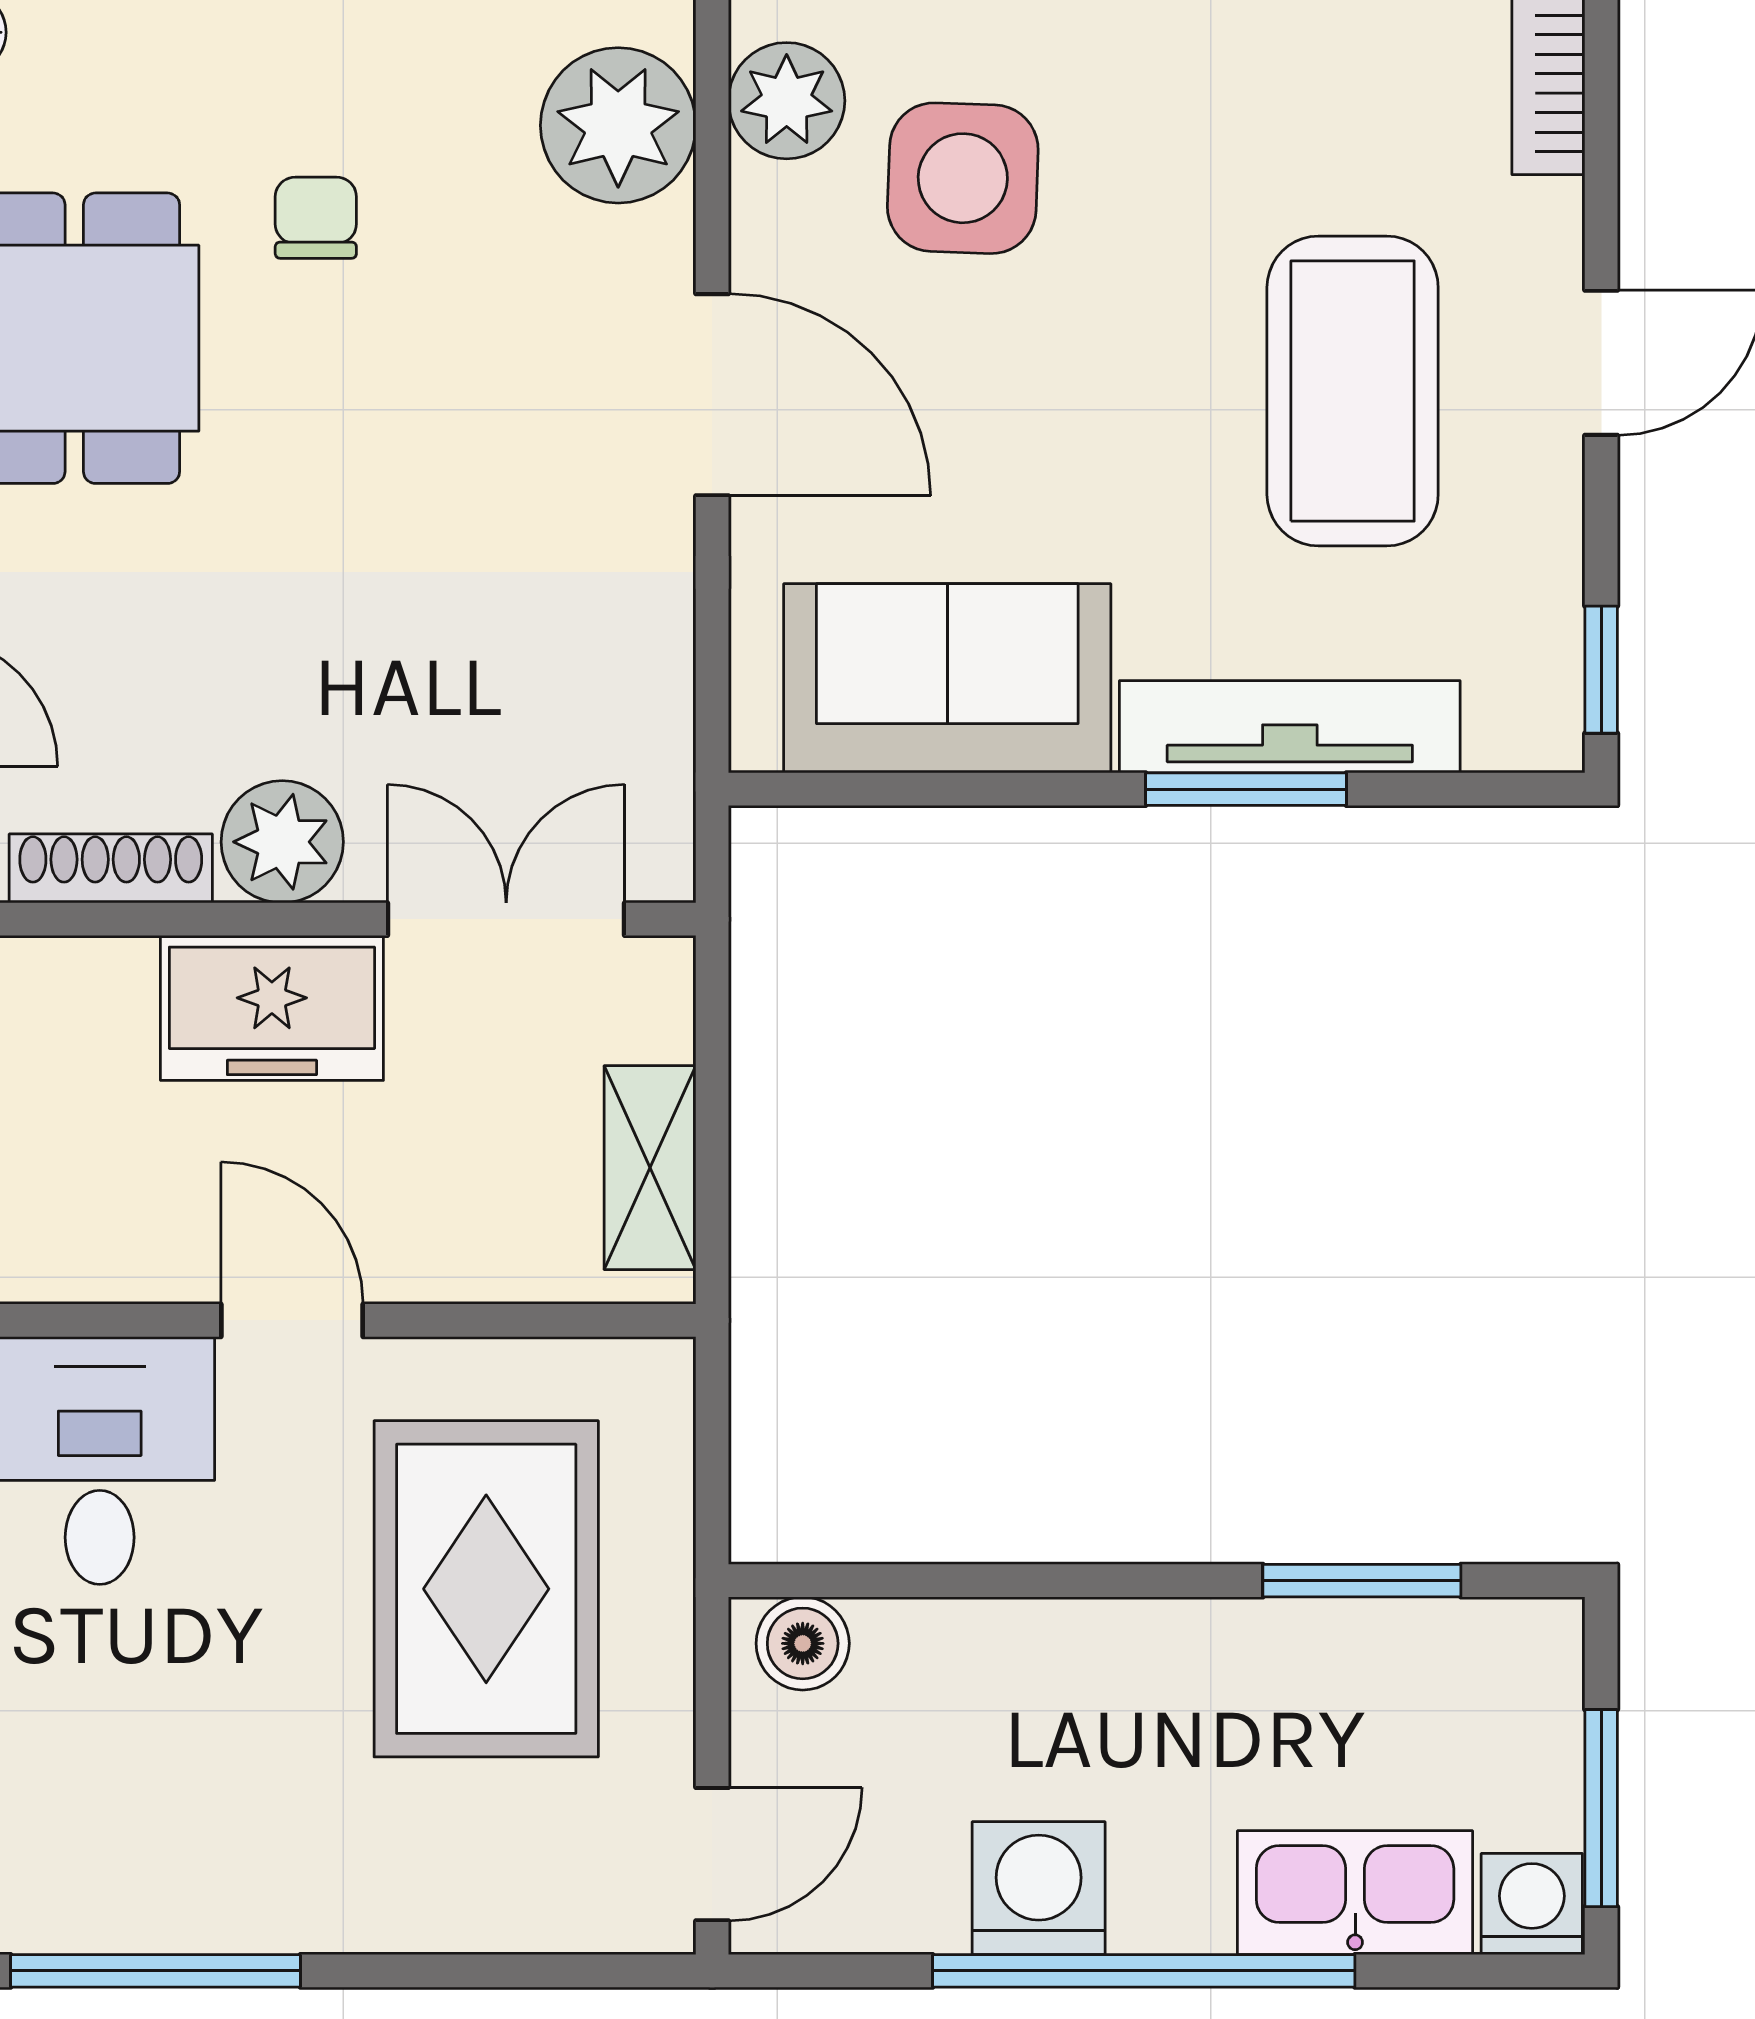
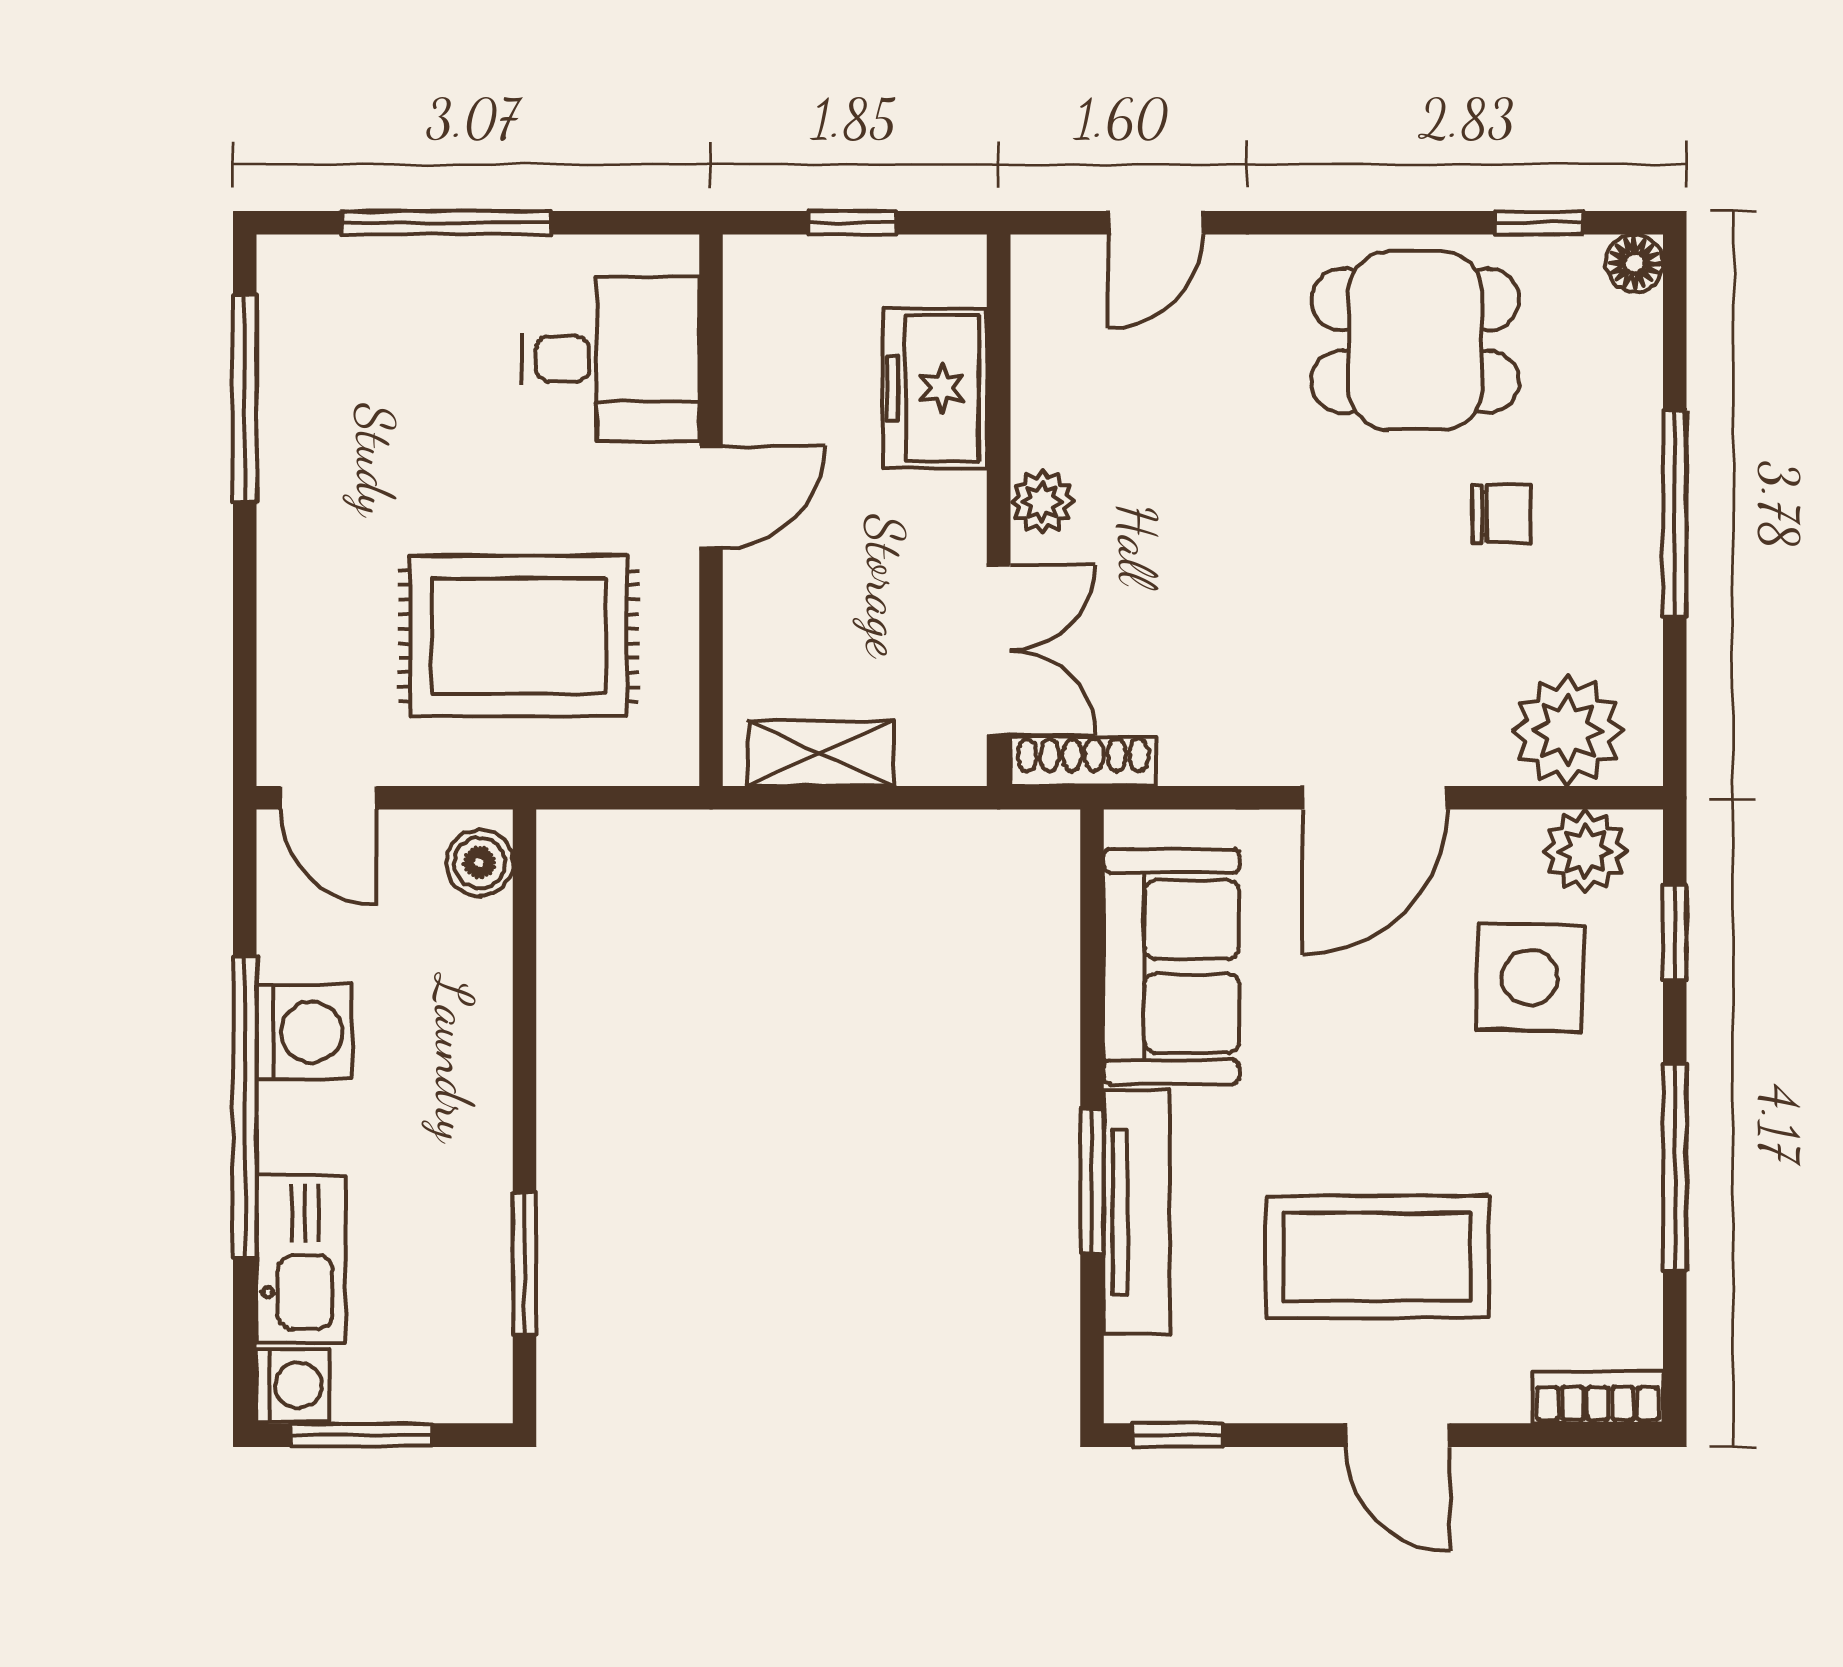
plant: (282, 842) -> (1042, 502), width x0.73, depth x0.73
shoe rack: (111, 868) -> (1083, 761), moved, turned -90
freezer: (272, 1008) -> (935, 388), moved

